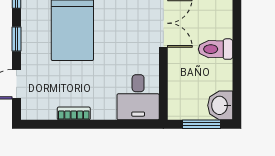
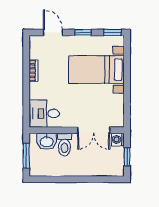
toilet: (215, 49) -> (64, 145), moved, turned 180
washbasin: (220, 105) -> (47, 141), moved, turned 180

